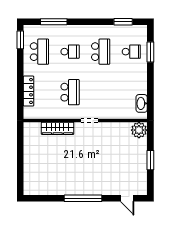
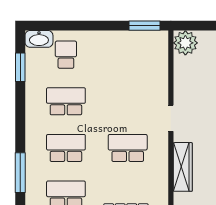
school desk: (70, 52) -> (66, 148), width x1.85
window: (150, 52) -> (145, 26), moved
washbasin: (142, 103) -> (39, 39), moved

